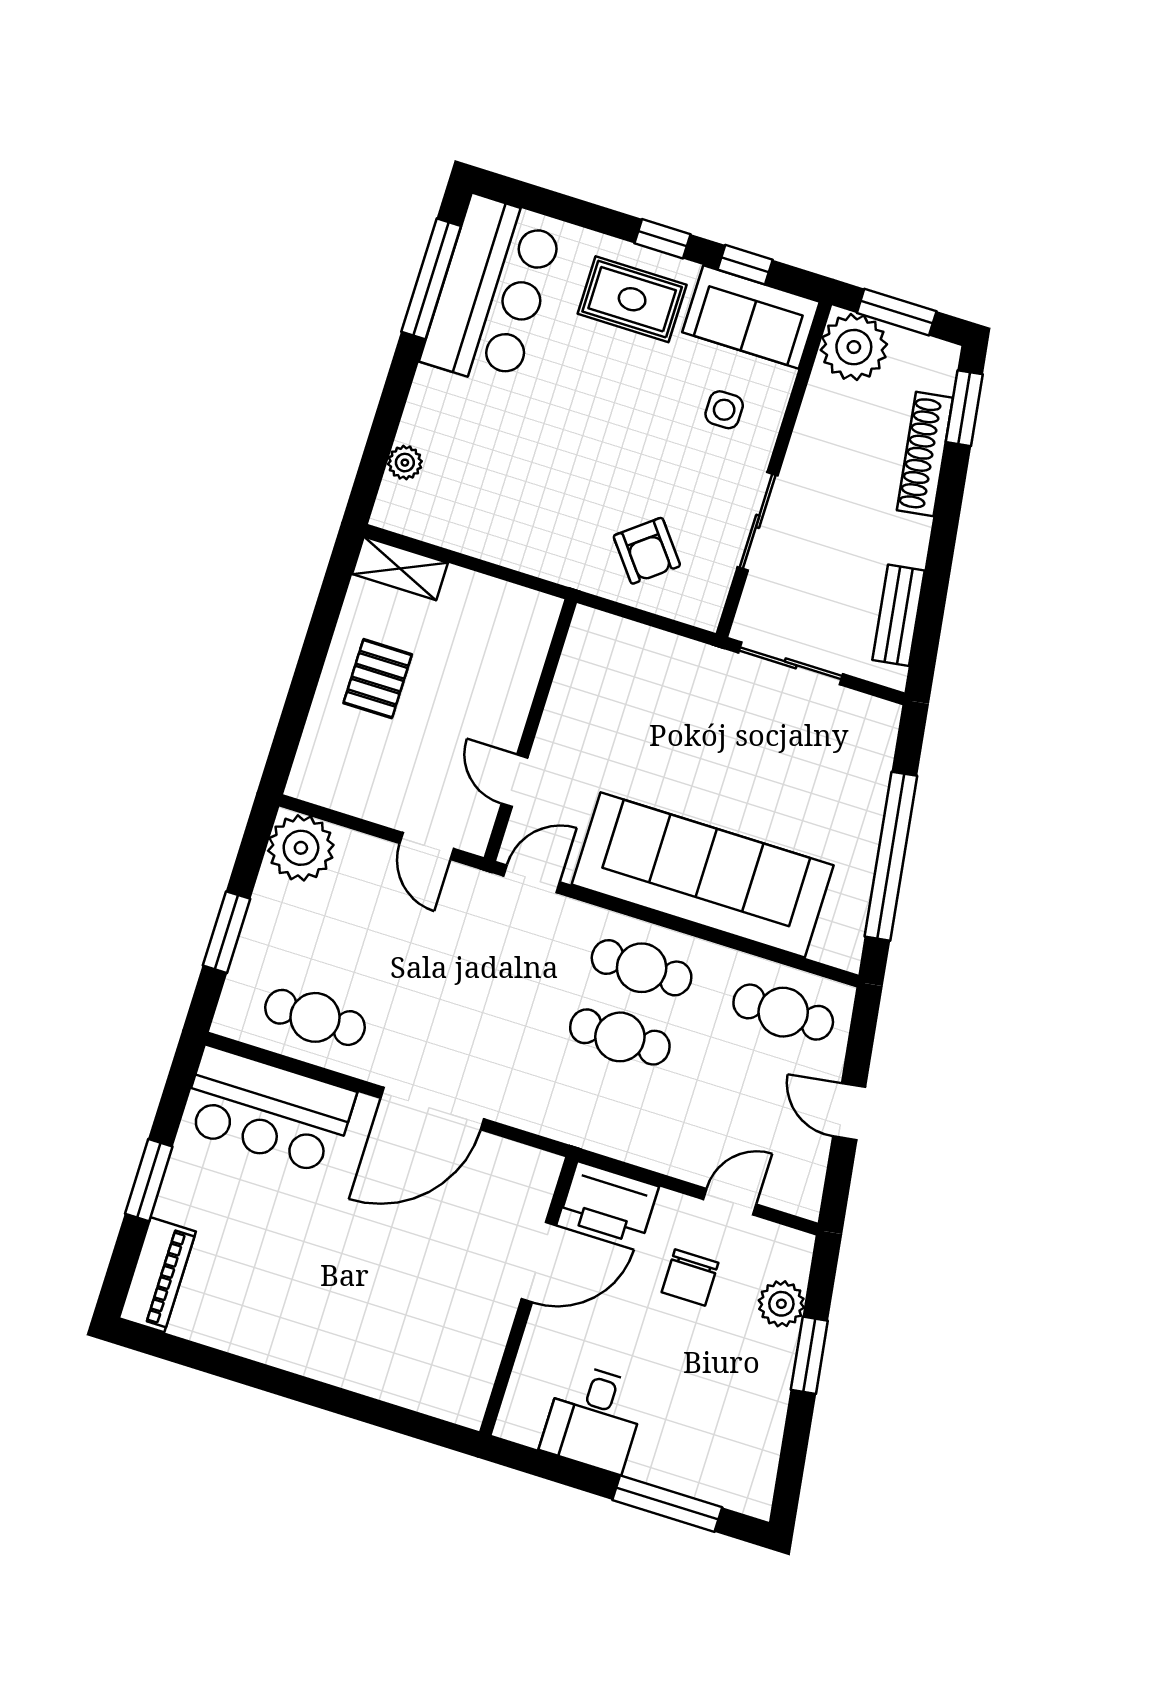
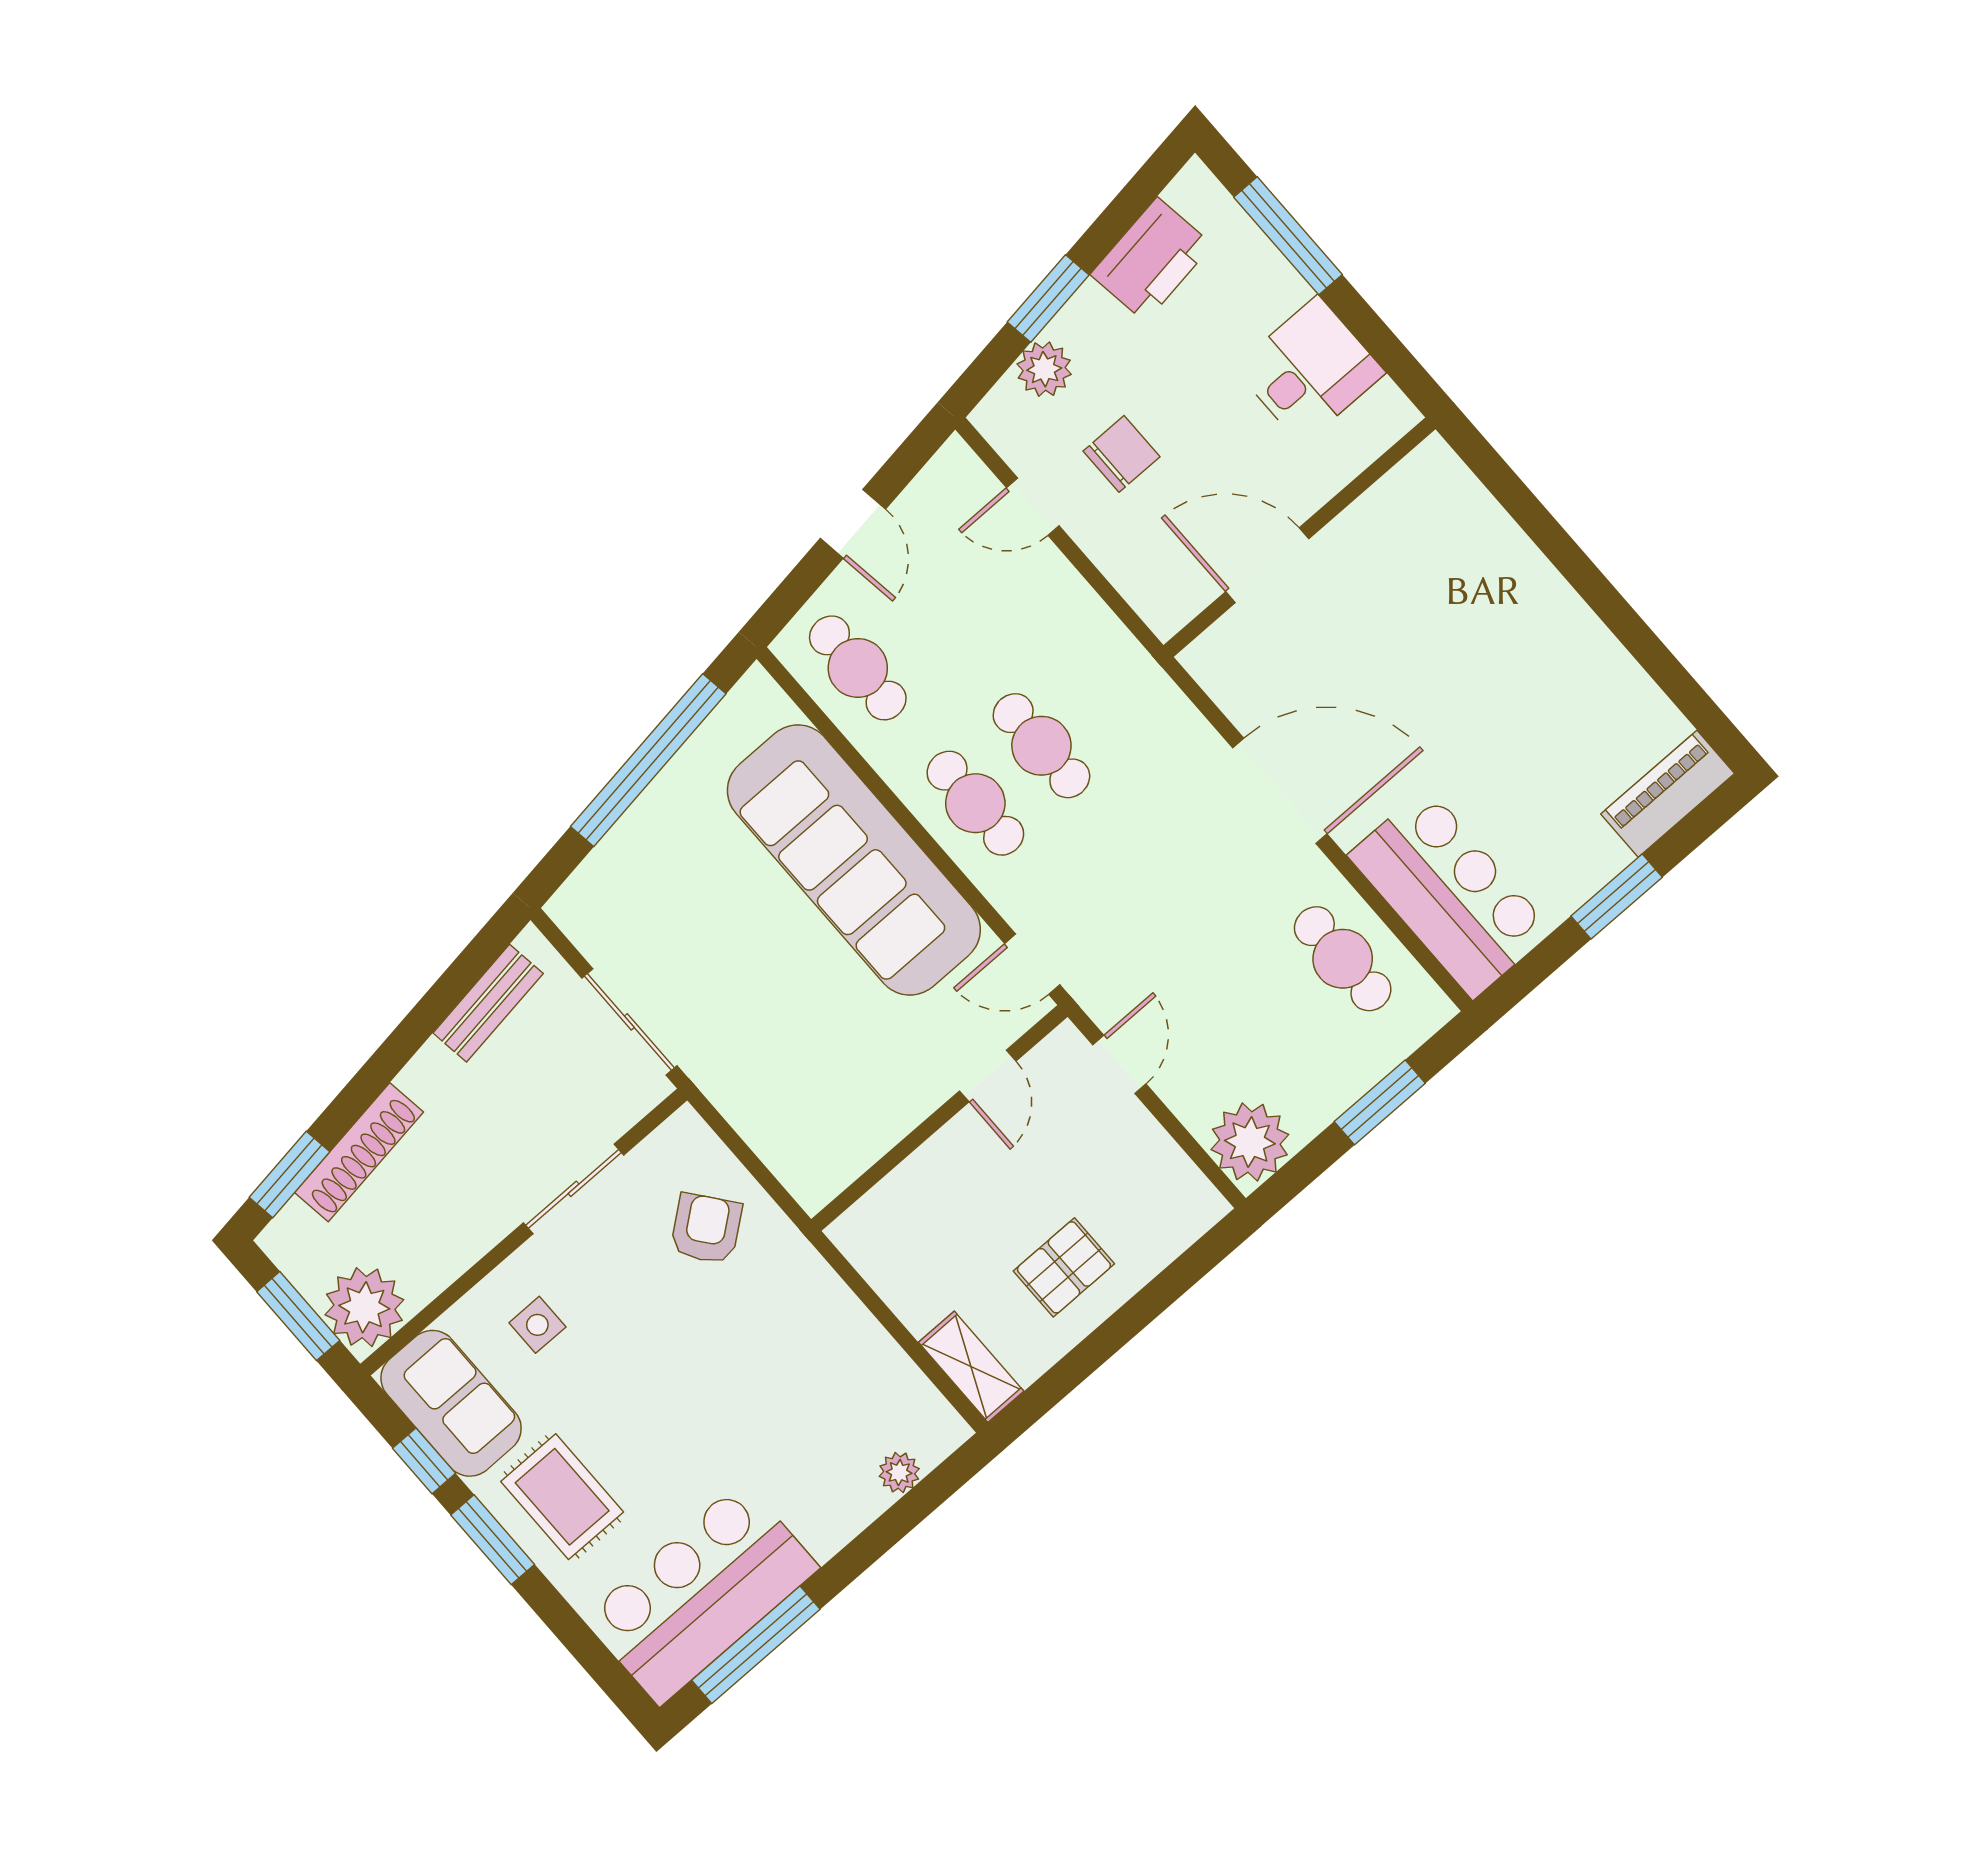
window: (663, 239) -> (493, 1540), width x1.50
printer: (609, 1203) -> (1151, 260), moved, turned 82

